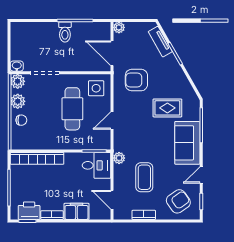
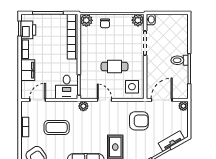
armchair: (136, 80) -> (139, 121), turned 90
plant: (18, 101) -> (86, 20), moved
cafe table: (72, 109) -> (115, 67), width x0.73, depth x0.74
plant: (119, 158) -> (83, 106), moved

